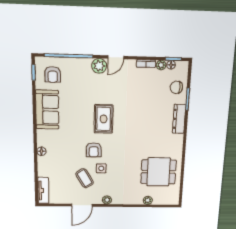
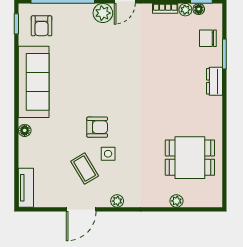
sofa: (47, 110) -> (34, 82), width x1.36
rug: (104, 119) -> (110, 83), removed
dresser: (179, 119) -> (214, 81), width x0.70
armchair: (94, 150) -> (97, 127), turned -90

